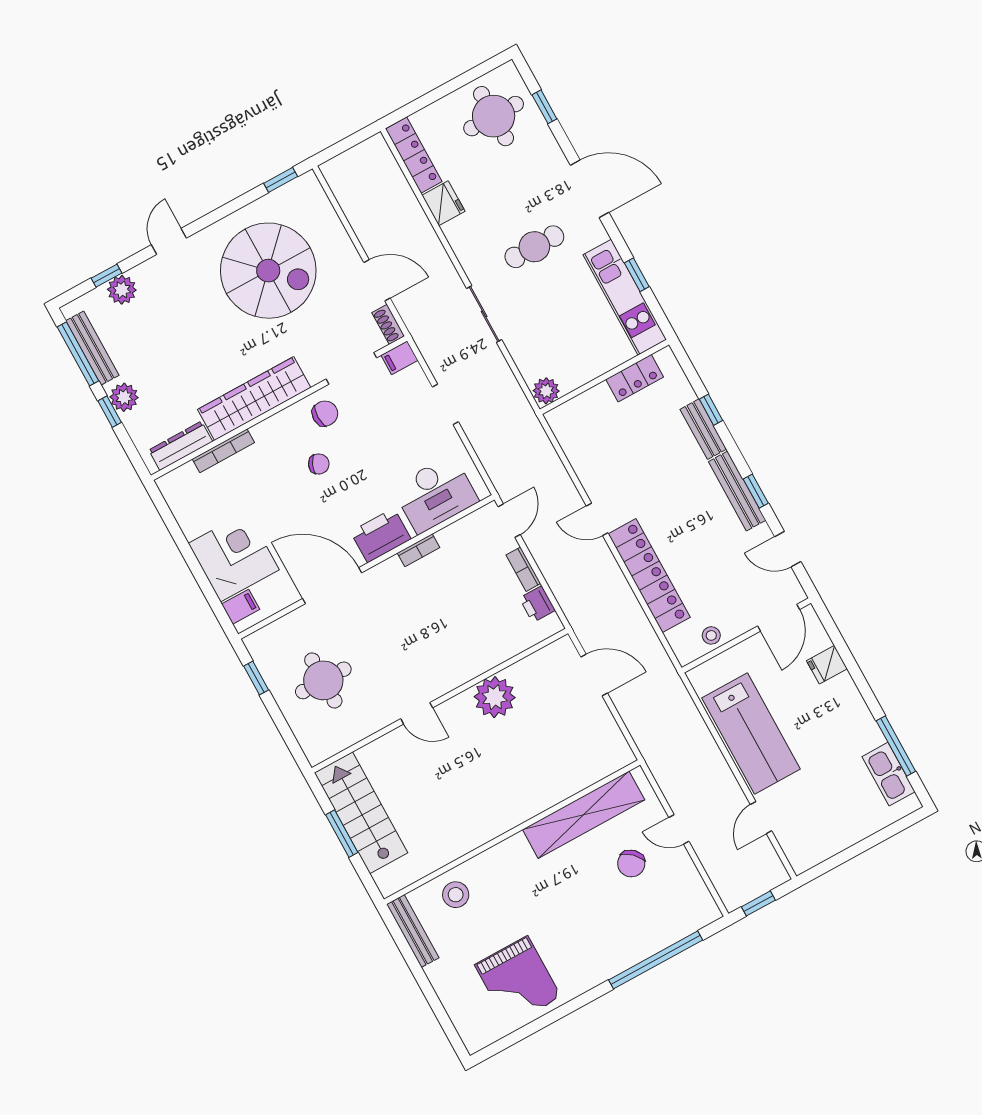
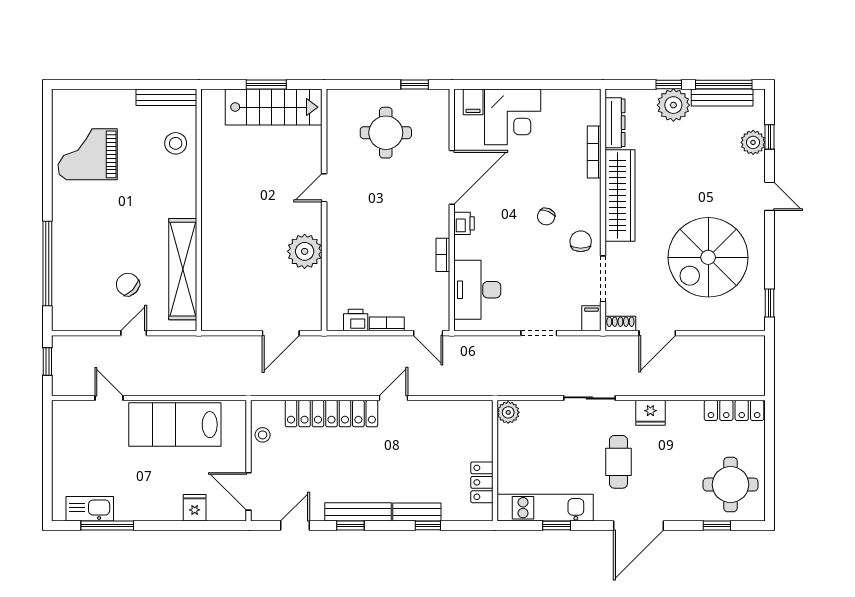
fridge: (443, 203) -> (650, 413), moved
plant: (124, 397) -> (673, 105), width x1.36, depth x1.36
chair: (325, 414) -> (581, 241), turned 180
printer: (381, 535) -> (464, 223), width x0.53, depth x0.68

